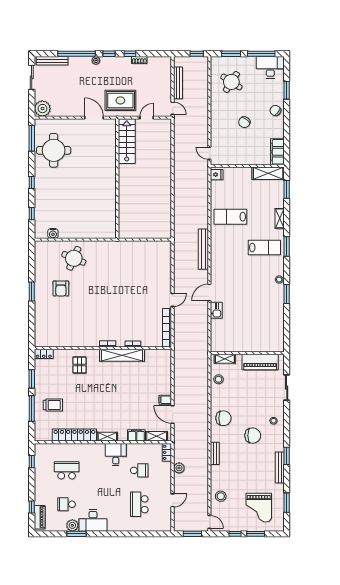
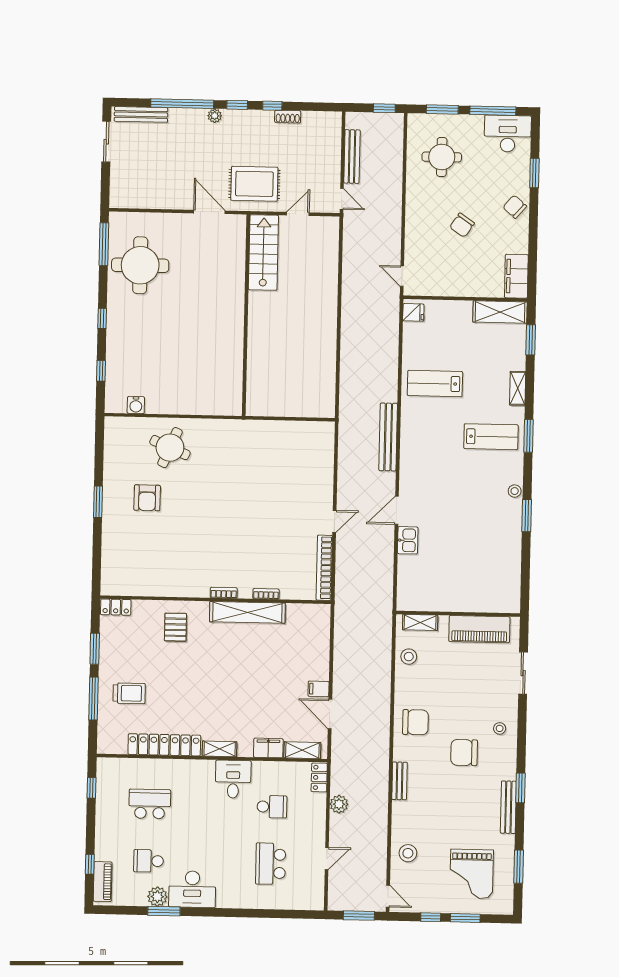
round table: (231, 82) -> (442, 157), turned -33
plant: (42, 109) -> (123, 194), removed
chair: (253, 436) -> (464, 753), turned 180

